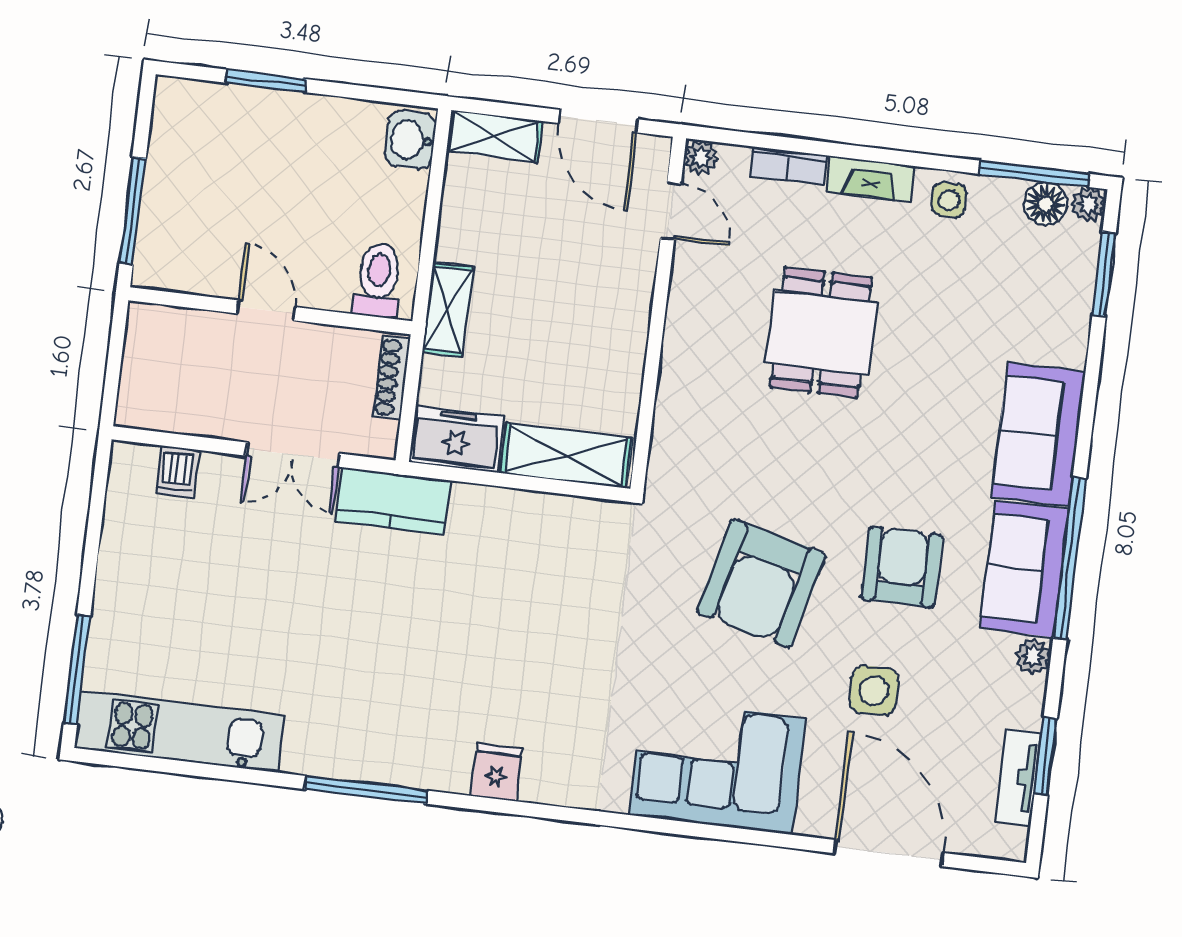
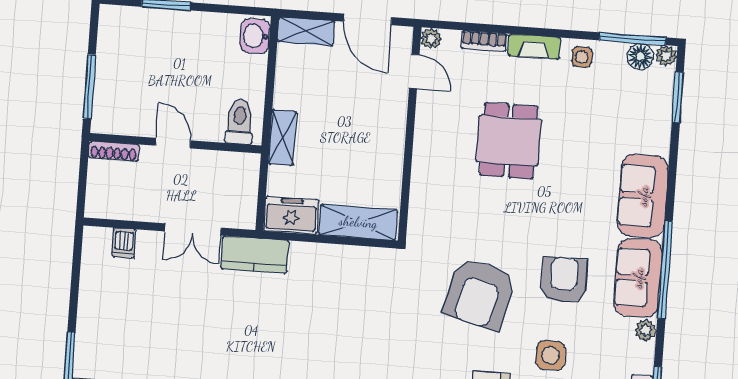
shoe rack: (392, 378) -> (114, 151), moved, turned -90

